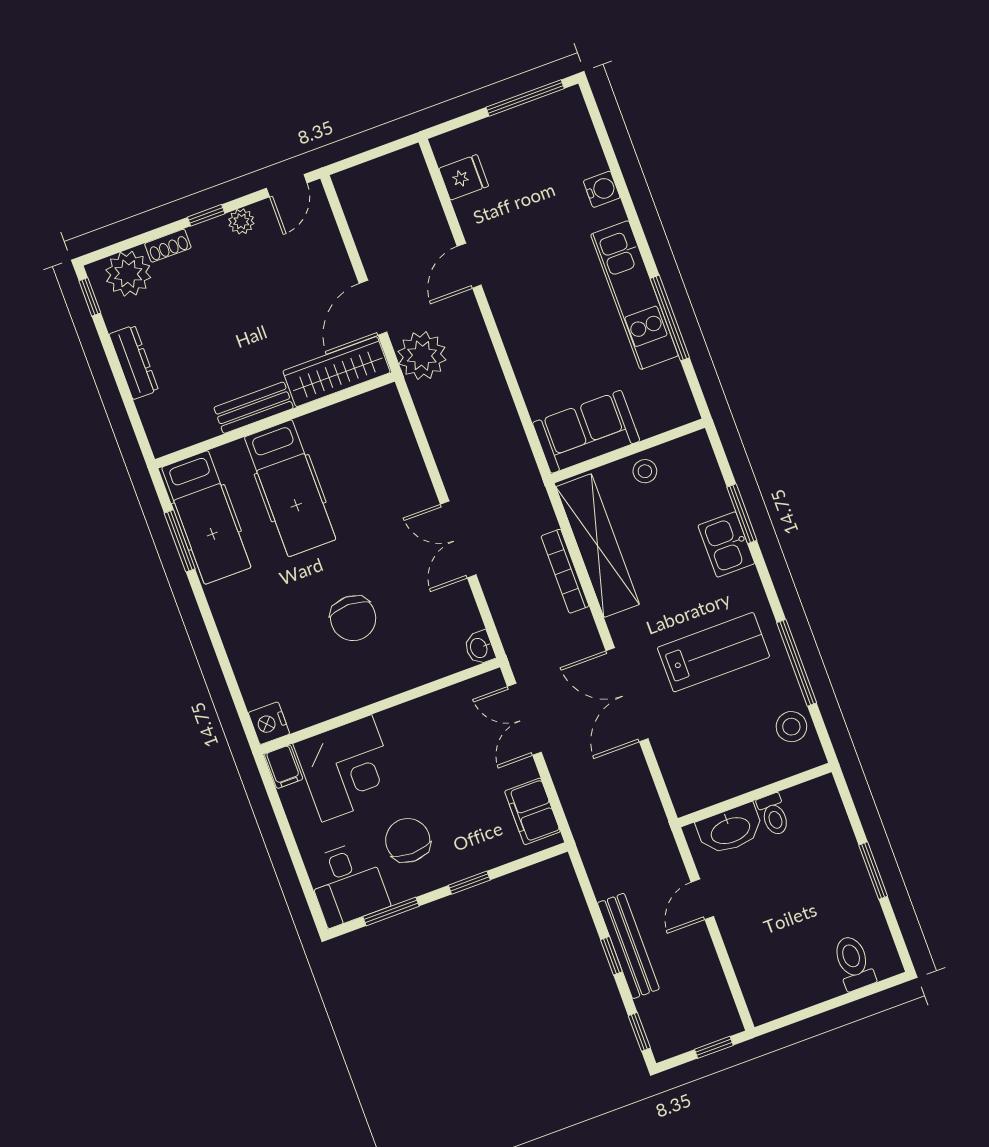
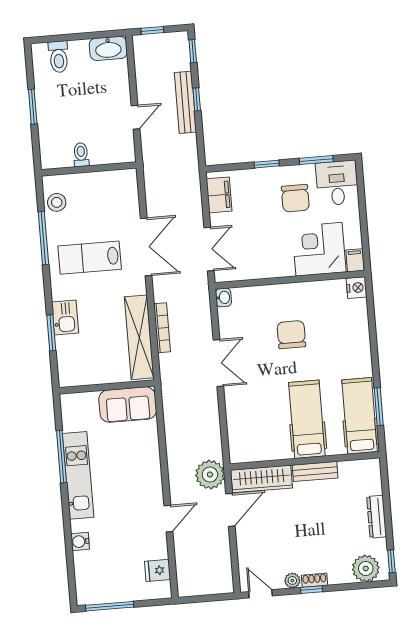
door: (287, 186) -> (261, 594), hinge flipped
shoe rack: (168, 246) -> (314, 580), moved
stool: (645, 471) -> (100, 373), removed
washbasin: (730, 830) -> (108, 48), moved, turned 180

